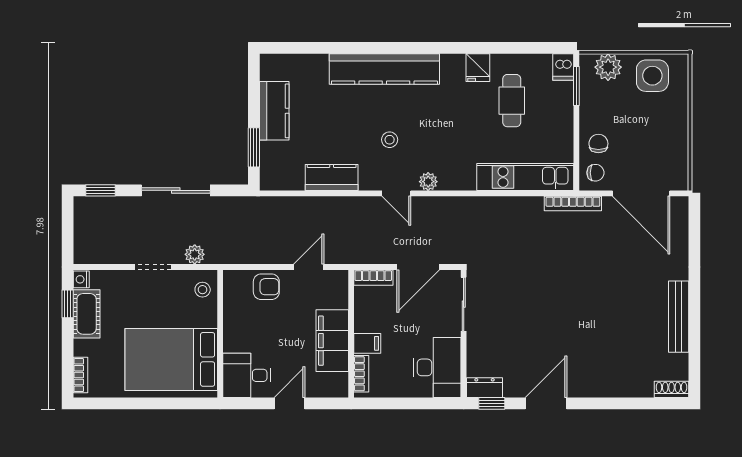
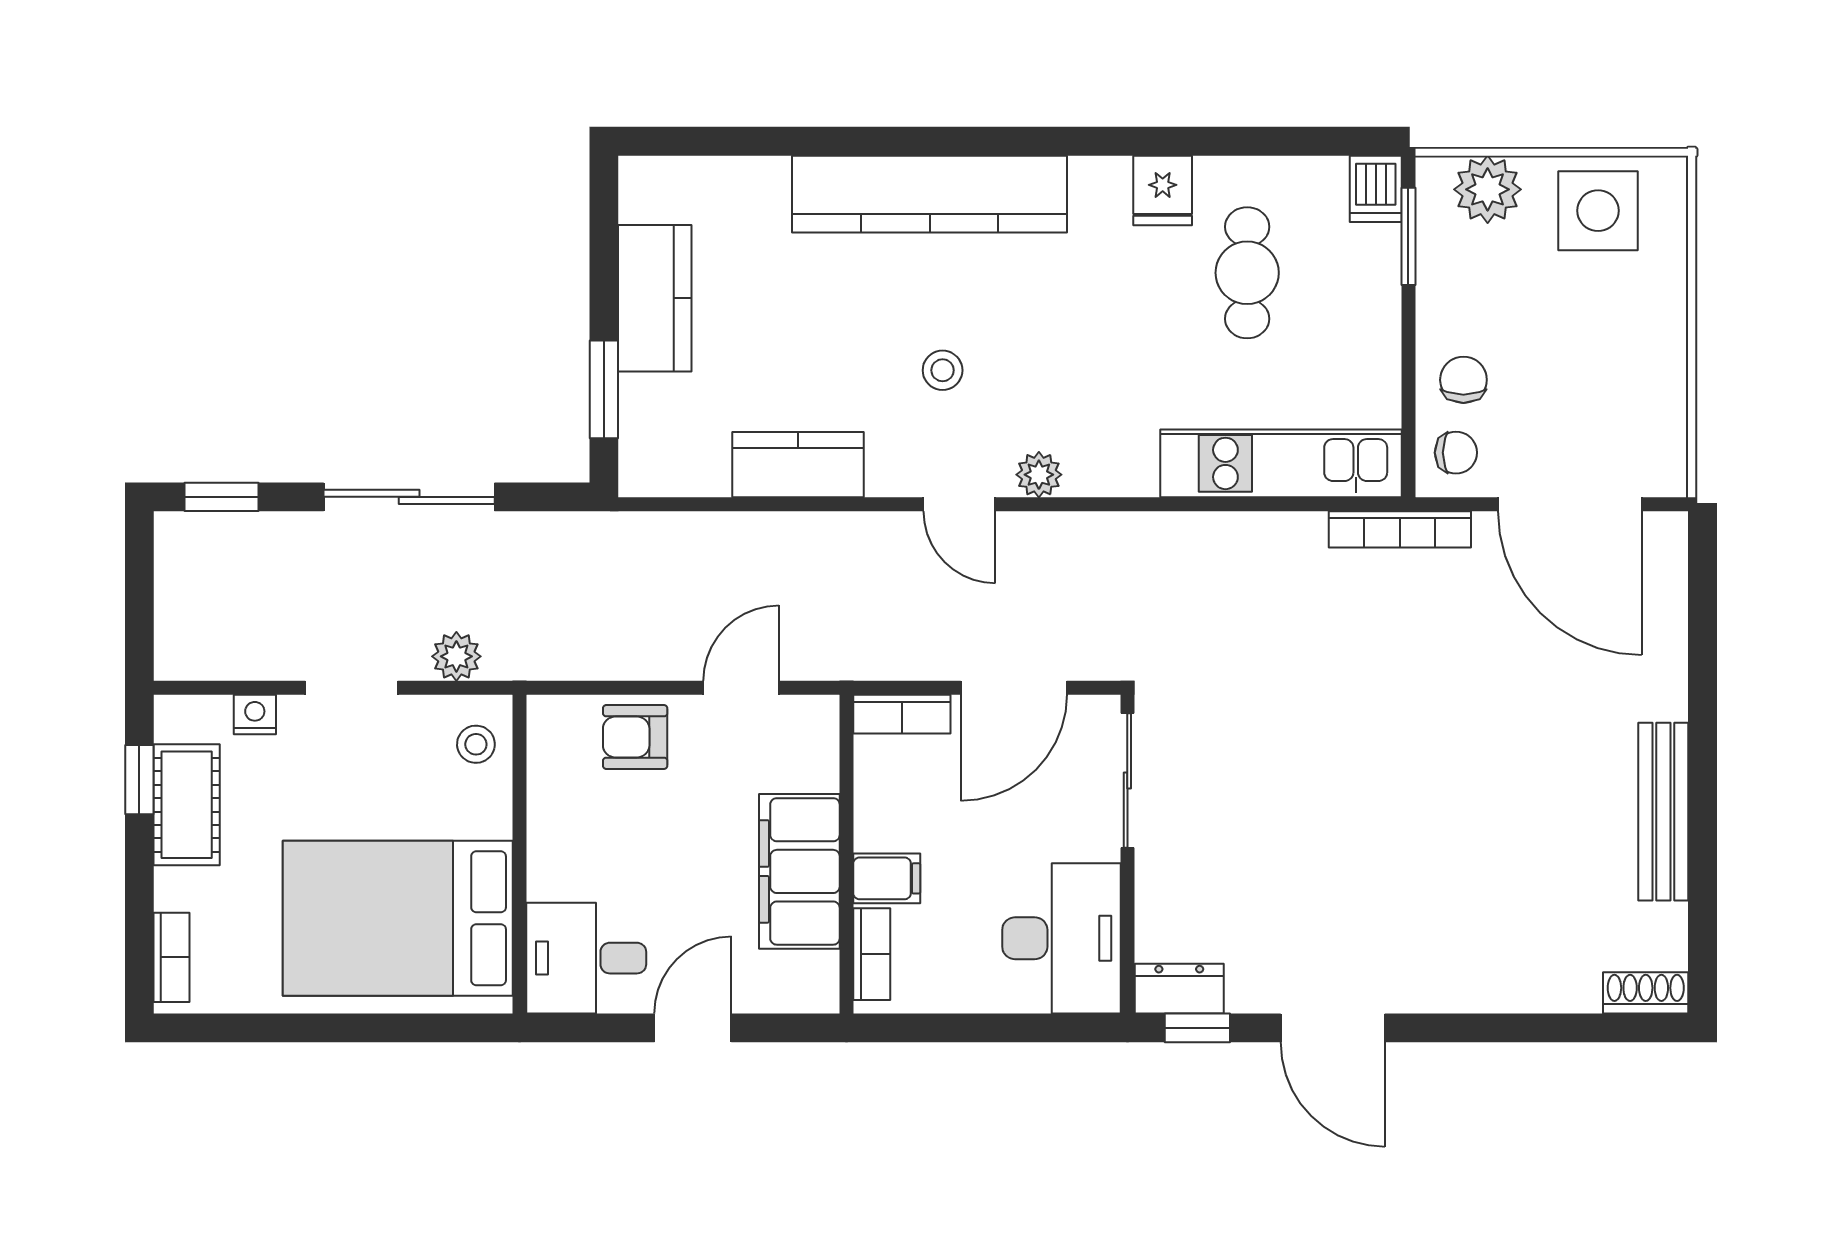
nightstand: (81, 279) -> (255, 715), moved, turned 90
armchair: (266, 287) -> (635, 737), turned 180
door: (546, 403) -> (1333, 1028), swing flipped

